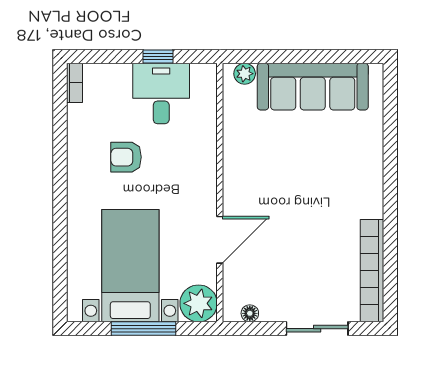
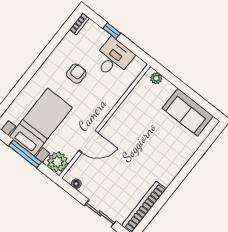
window: (158, 56) -> (112, 31), moved
sofa: (313, 87) -> (188, 112), width x0.73
armchair: (126, 157) -> (76, 74), turned 90

